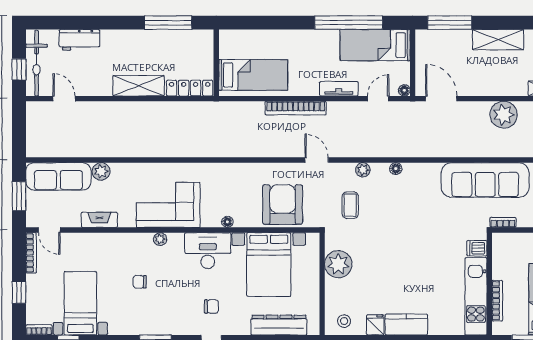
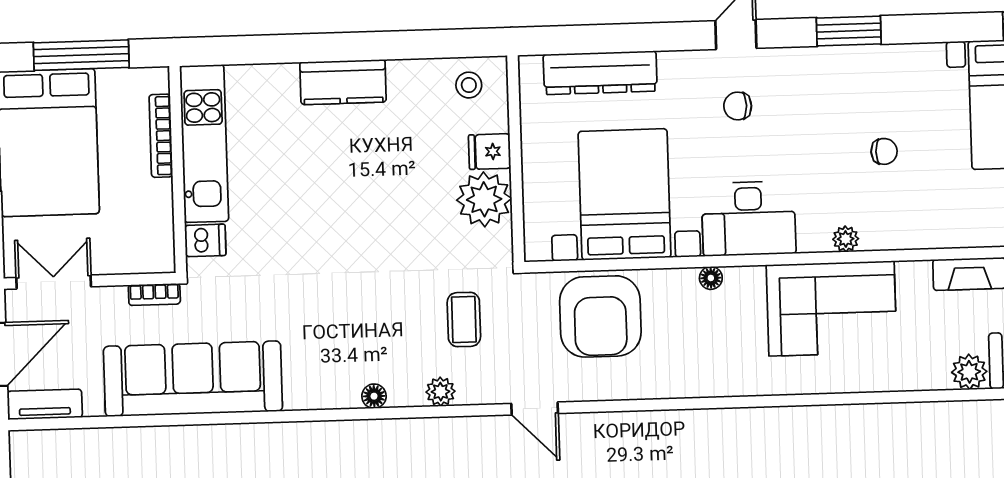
fridge: (375, 325) -> (490, 152), moved, turned 90

